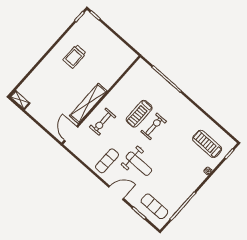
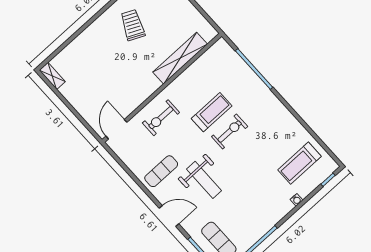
trolley: (75, 56) -> (133, 25), turned 115
shelving: (88, 103) -> (180, 58), moved
treadmill: (139, 114) -> (212, 112), turned 180
treadmill: (207, 144) -> (299, 163), turned -90

